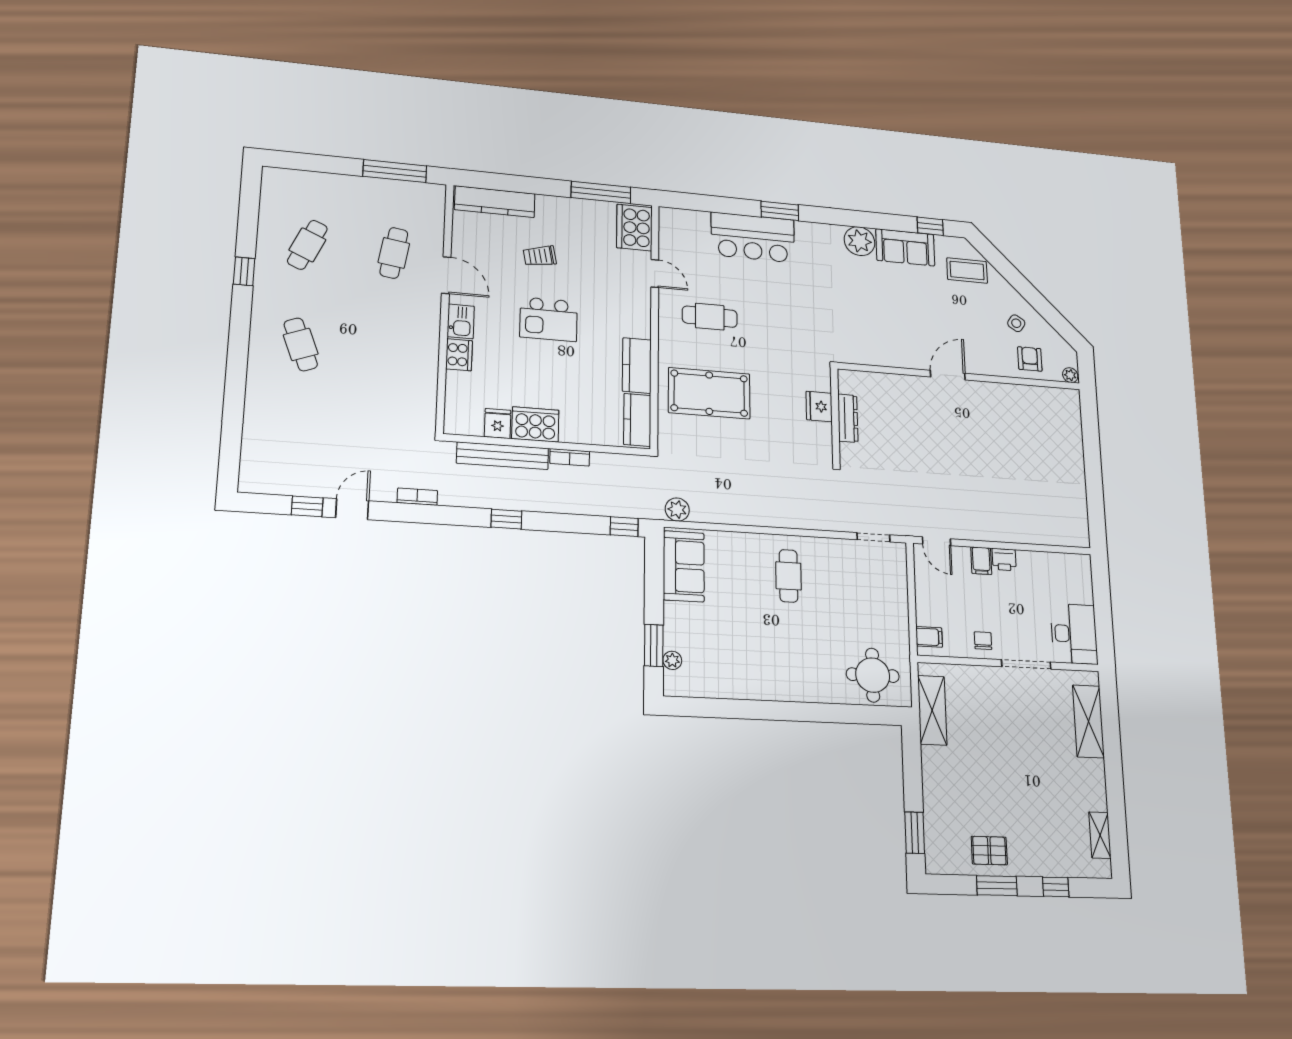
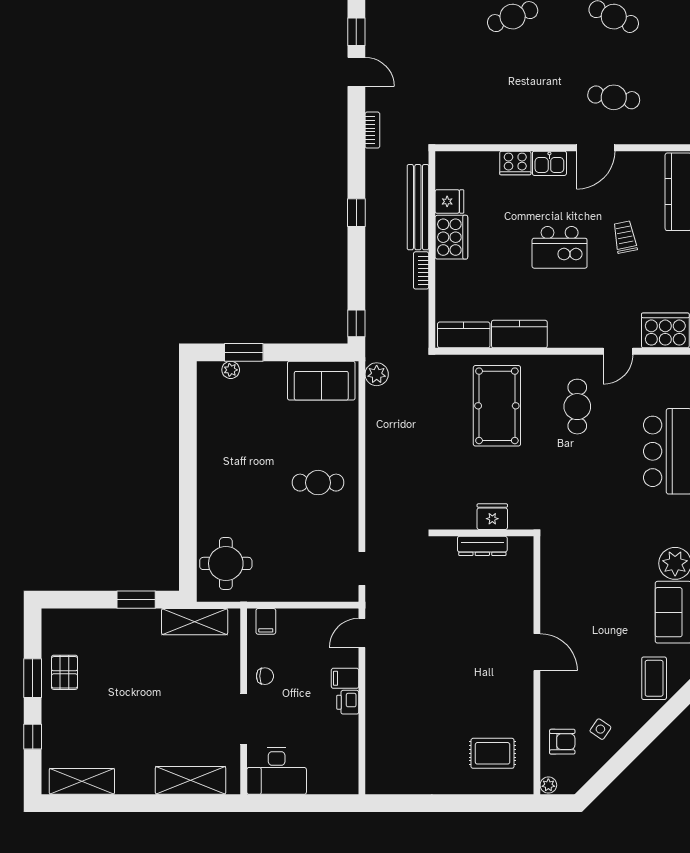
kitchen island: (549, 319) -> (560, 247), turned -90
rug: (1044, 424) -> (493, 753), added
window: (915, 833) -> (136, 600), moved
shelving: (1100, 835) -> (82, 781), width x1.50, depth x1.33

